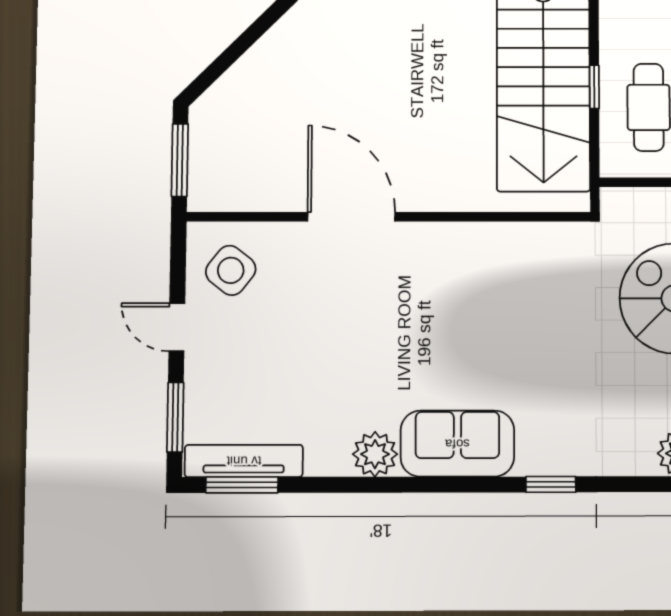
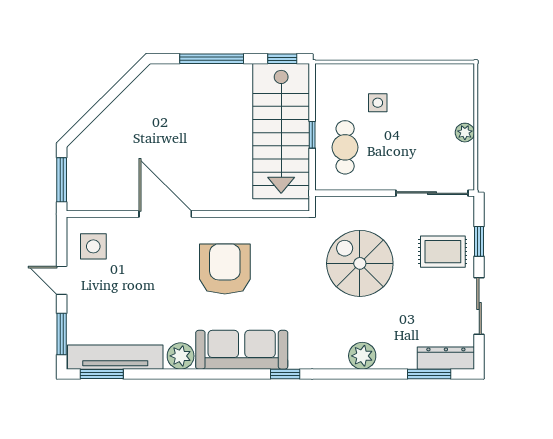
side table: (231, 270) -> (93, 246), turned -38
armchair: (450, 308) -> (225, 269), added
sofa: (457, 444) -> (242, 350), width x1.36
tv unit: (244, 461) -> (115, 357), width x1.36, depth x1.29

